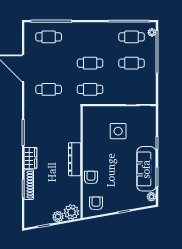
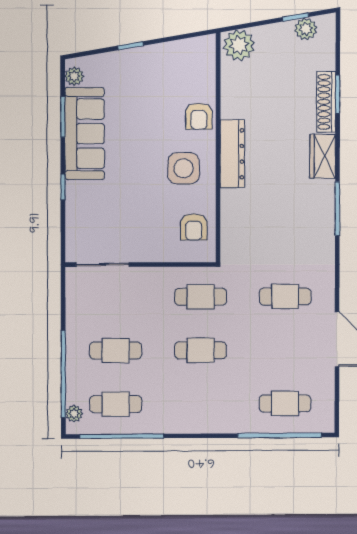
side table: (118, 131) -> (184, 168), moved
armchair: (96, 203) -> (194, 227), moved
plant: (58, 217) -> (306, 29), moved

